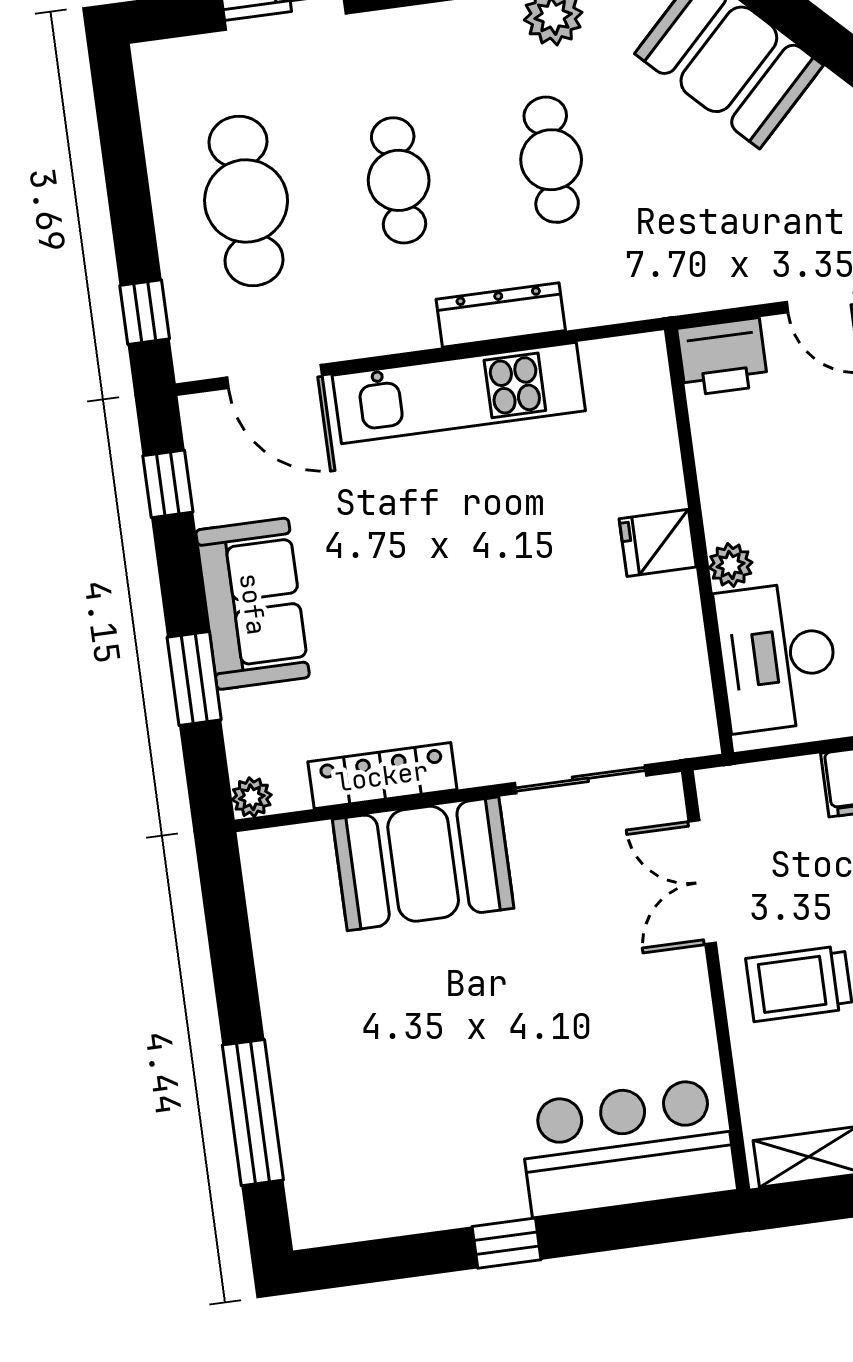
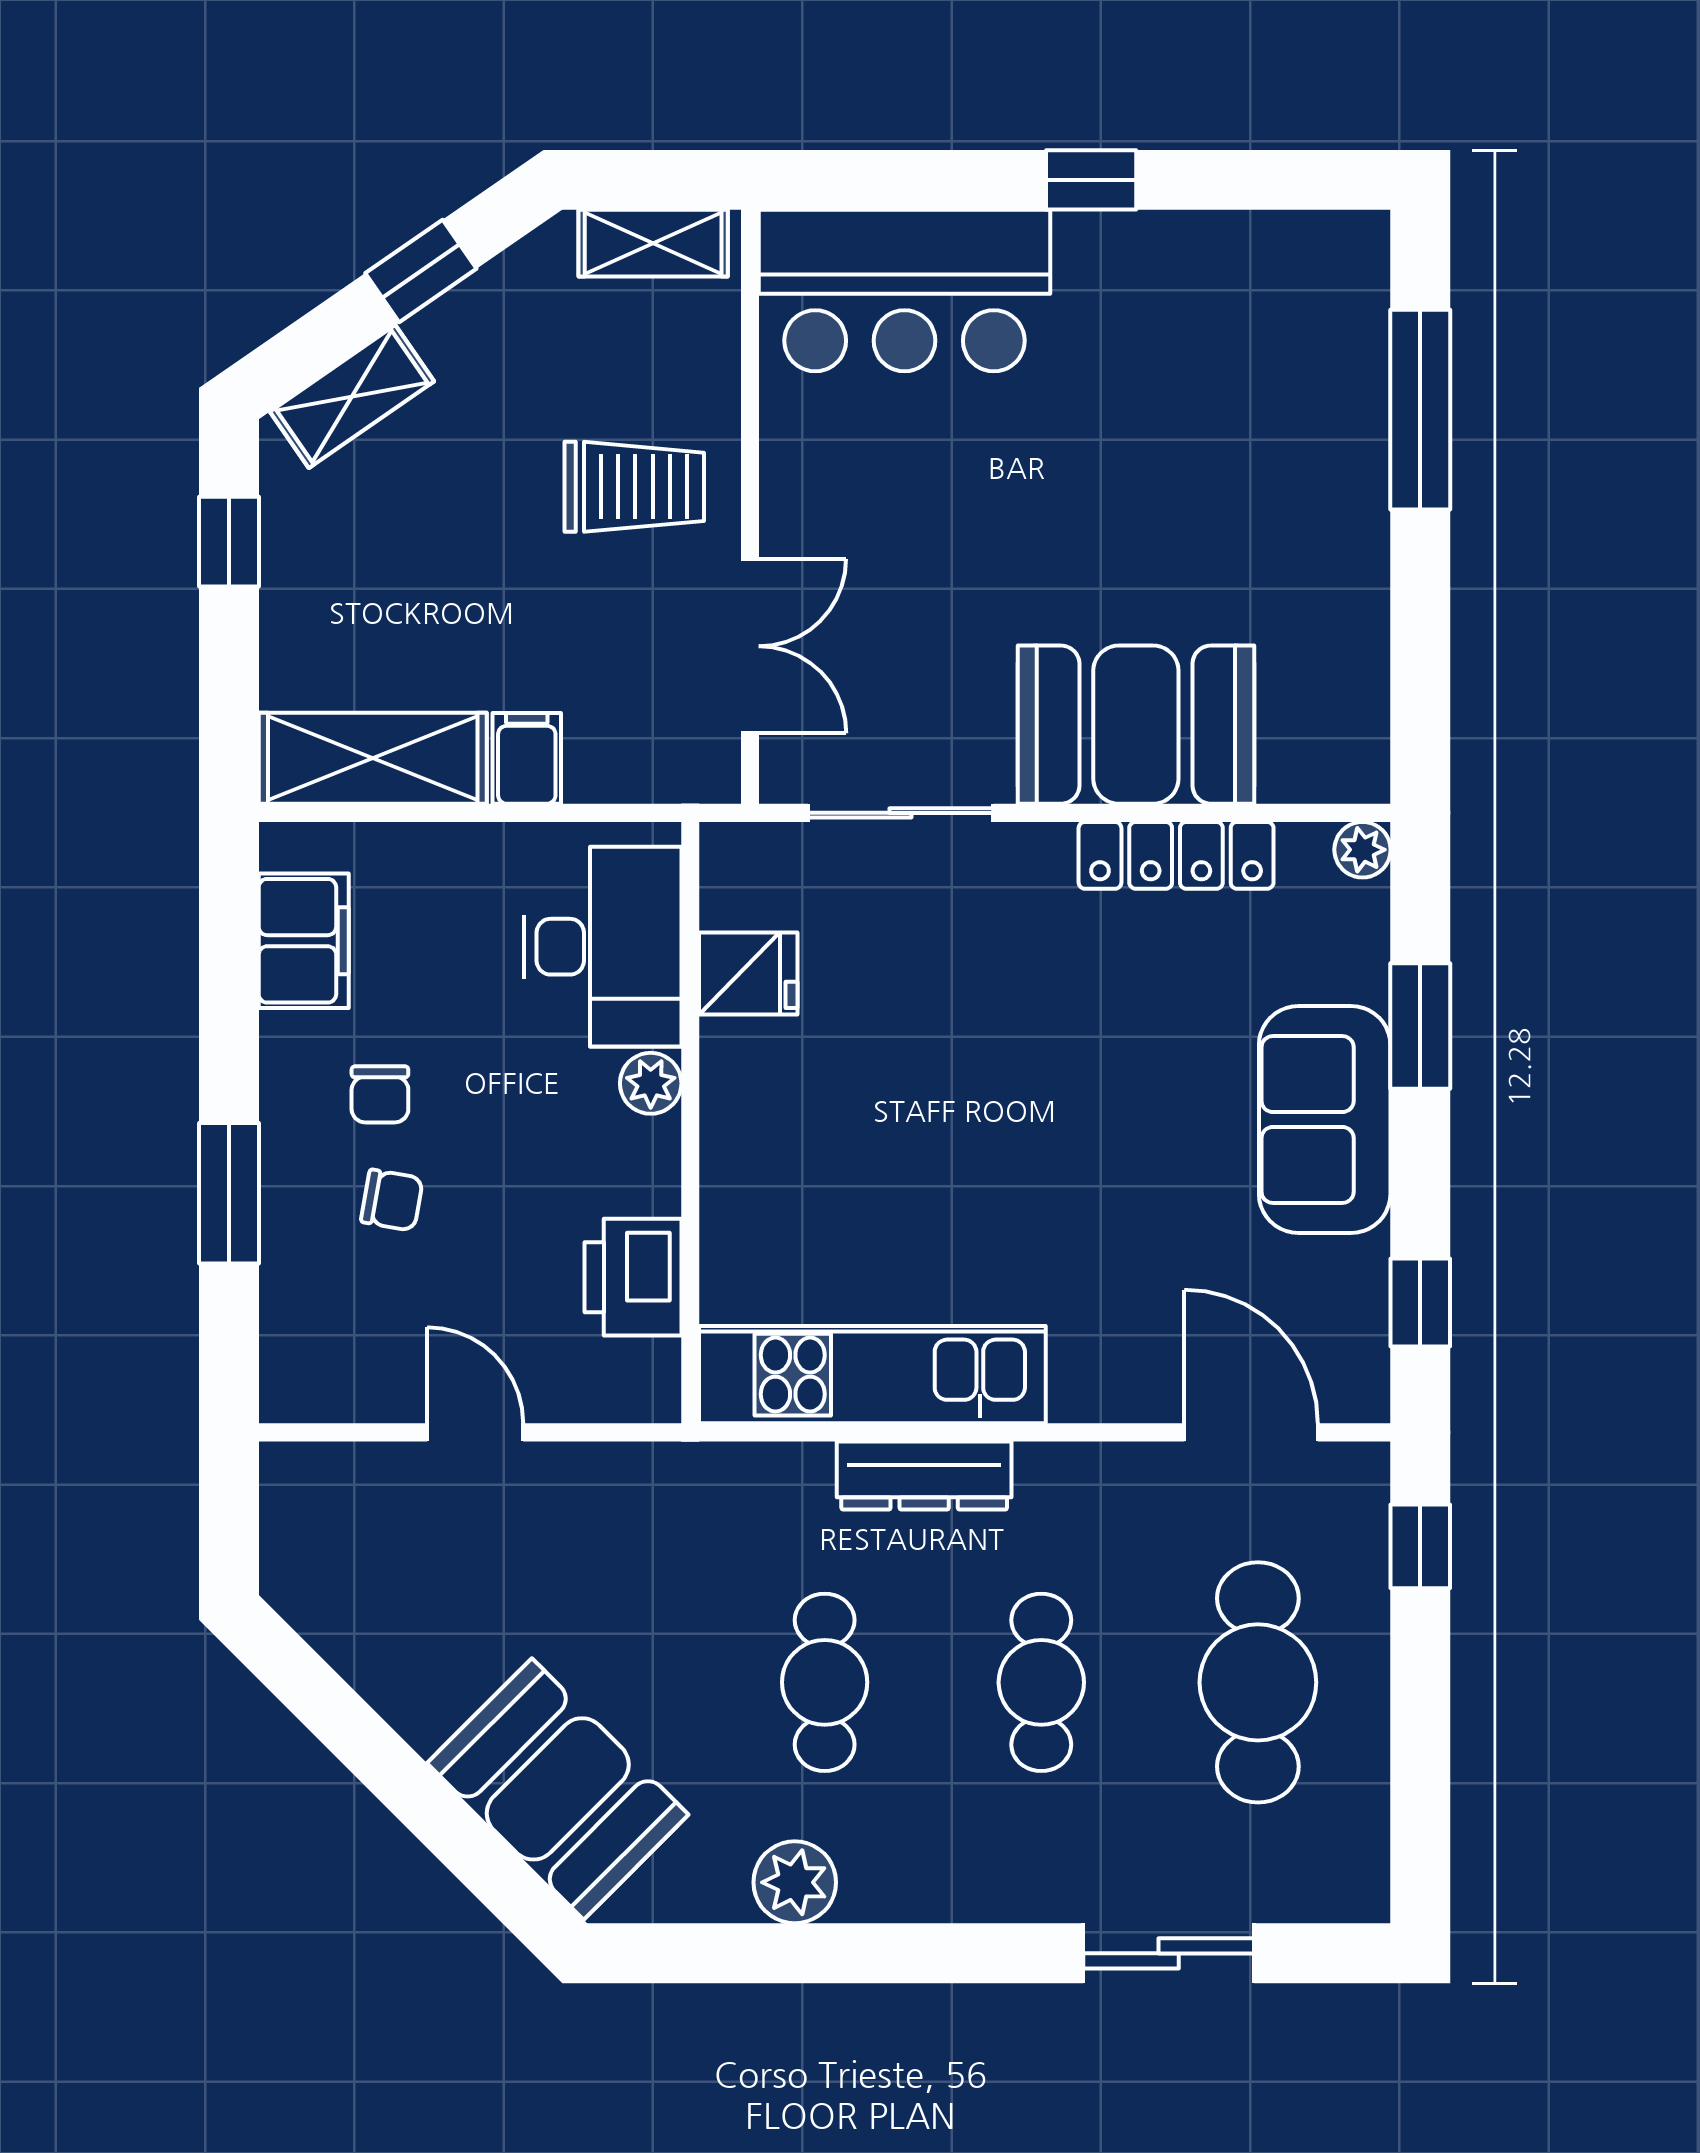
printer: (723, 357) -> (633, 1277), moved, turned -90
kitchen unit: (459, 393) -> (872, 1375), moved
fridge: (658, 543) -> (748, 973), moved

